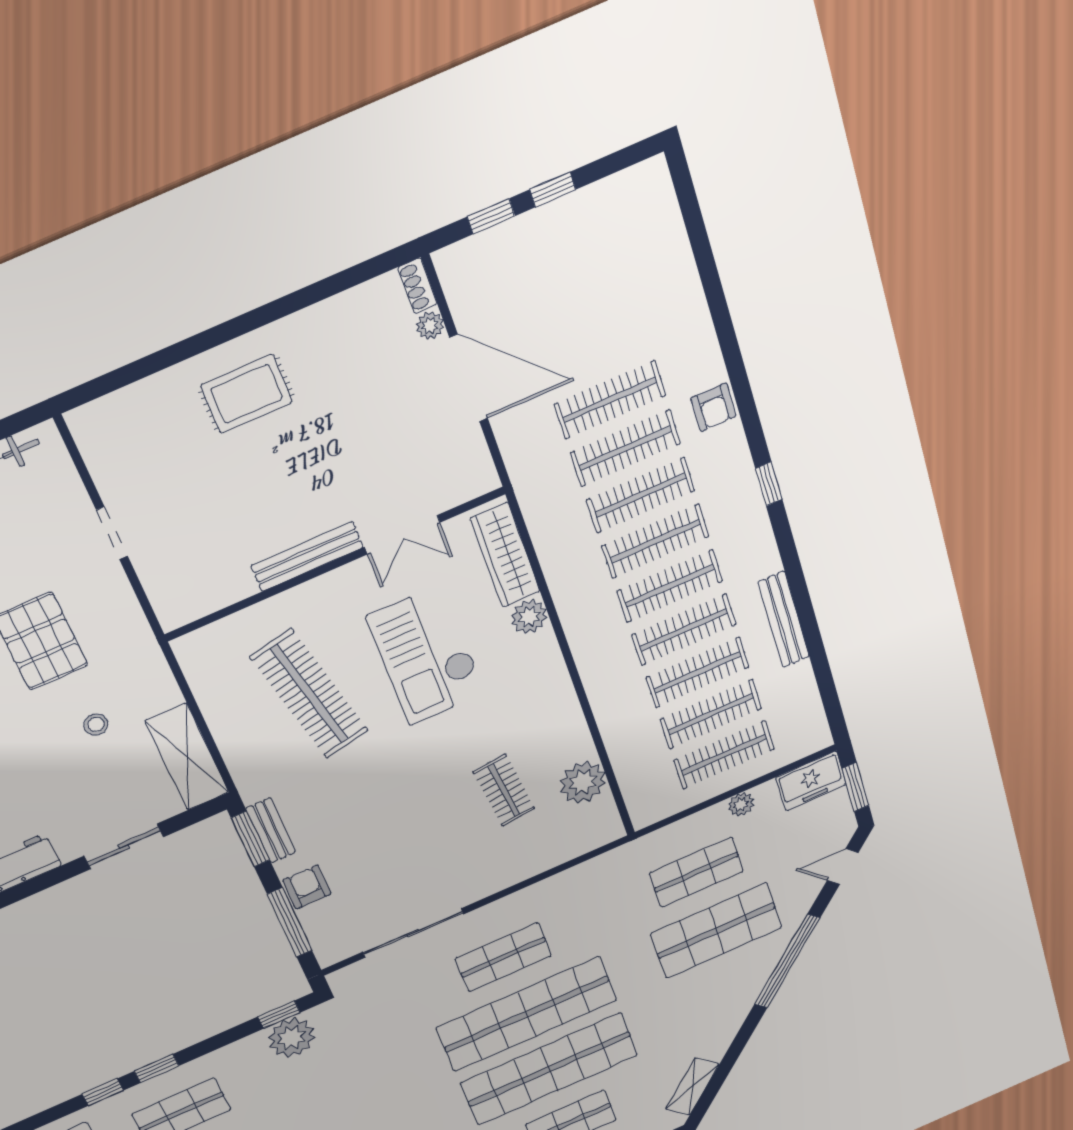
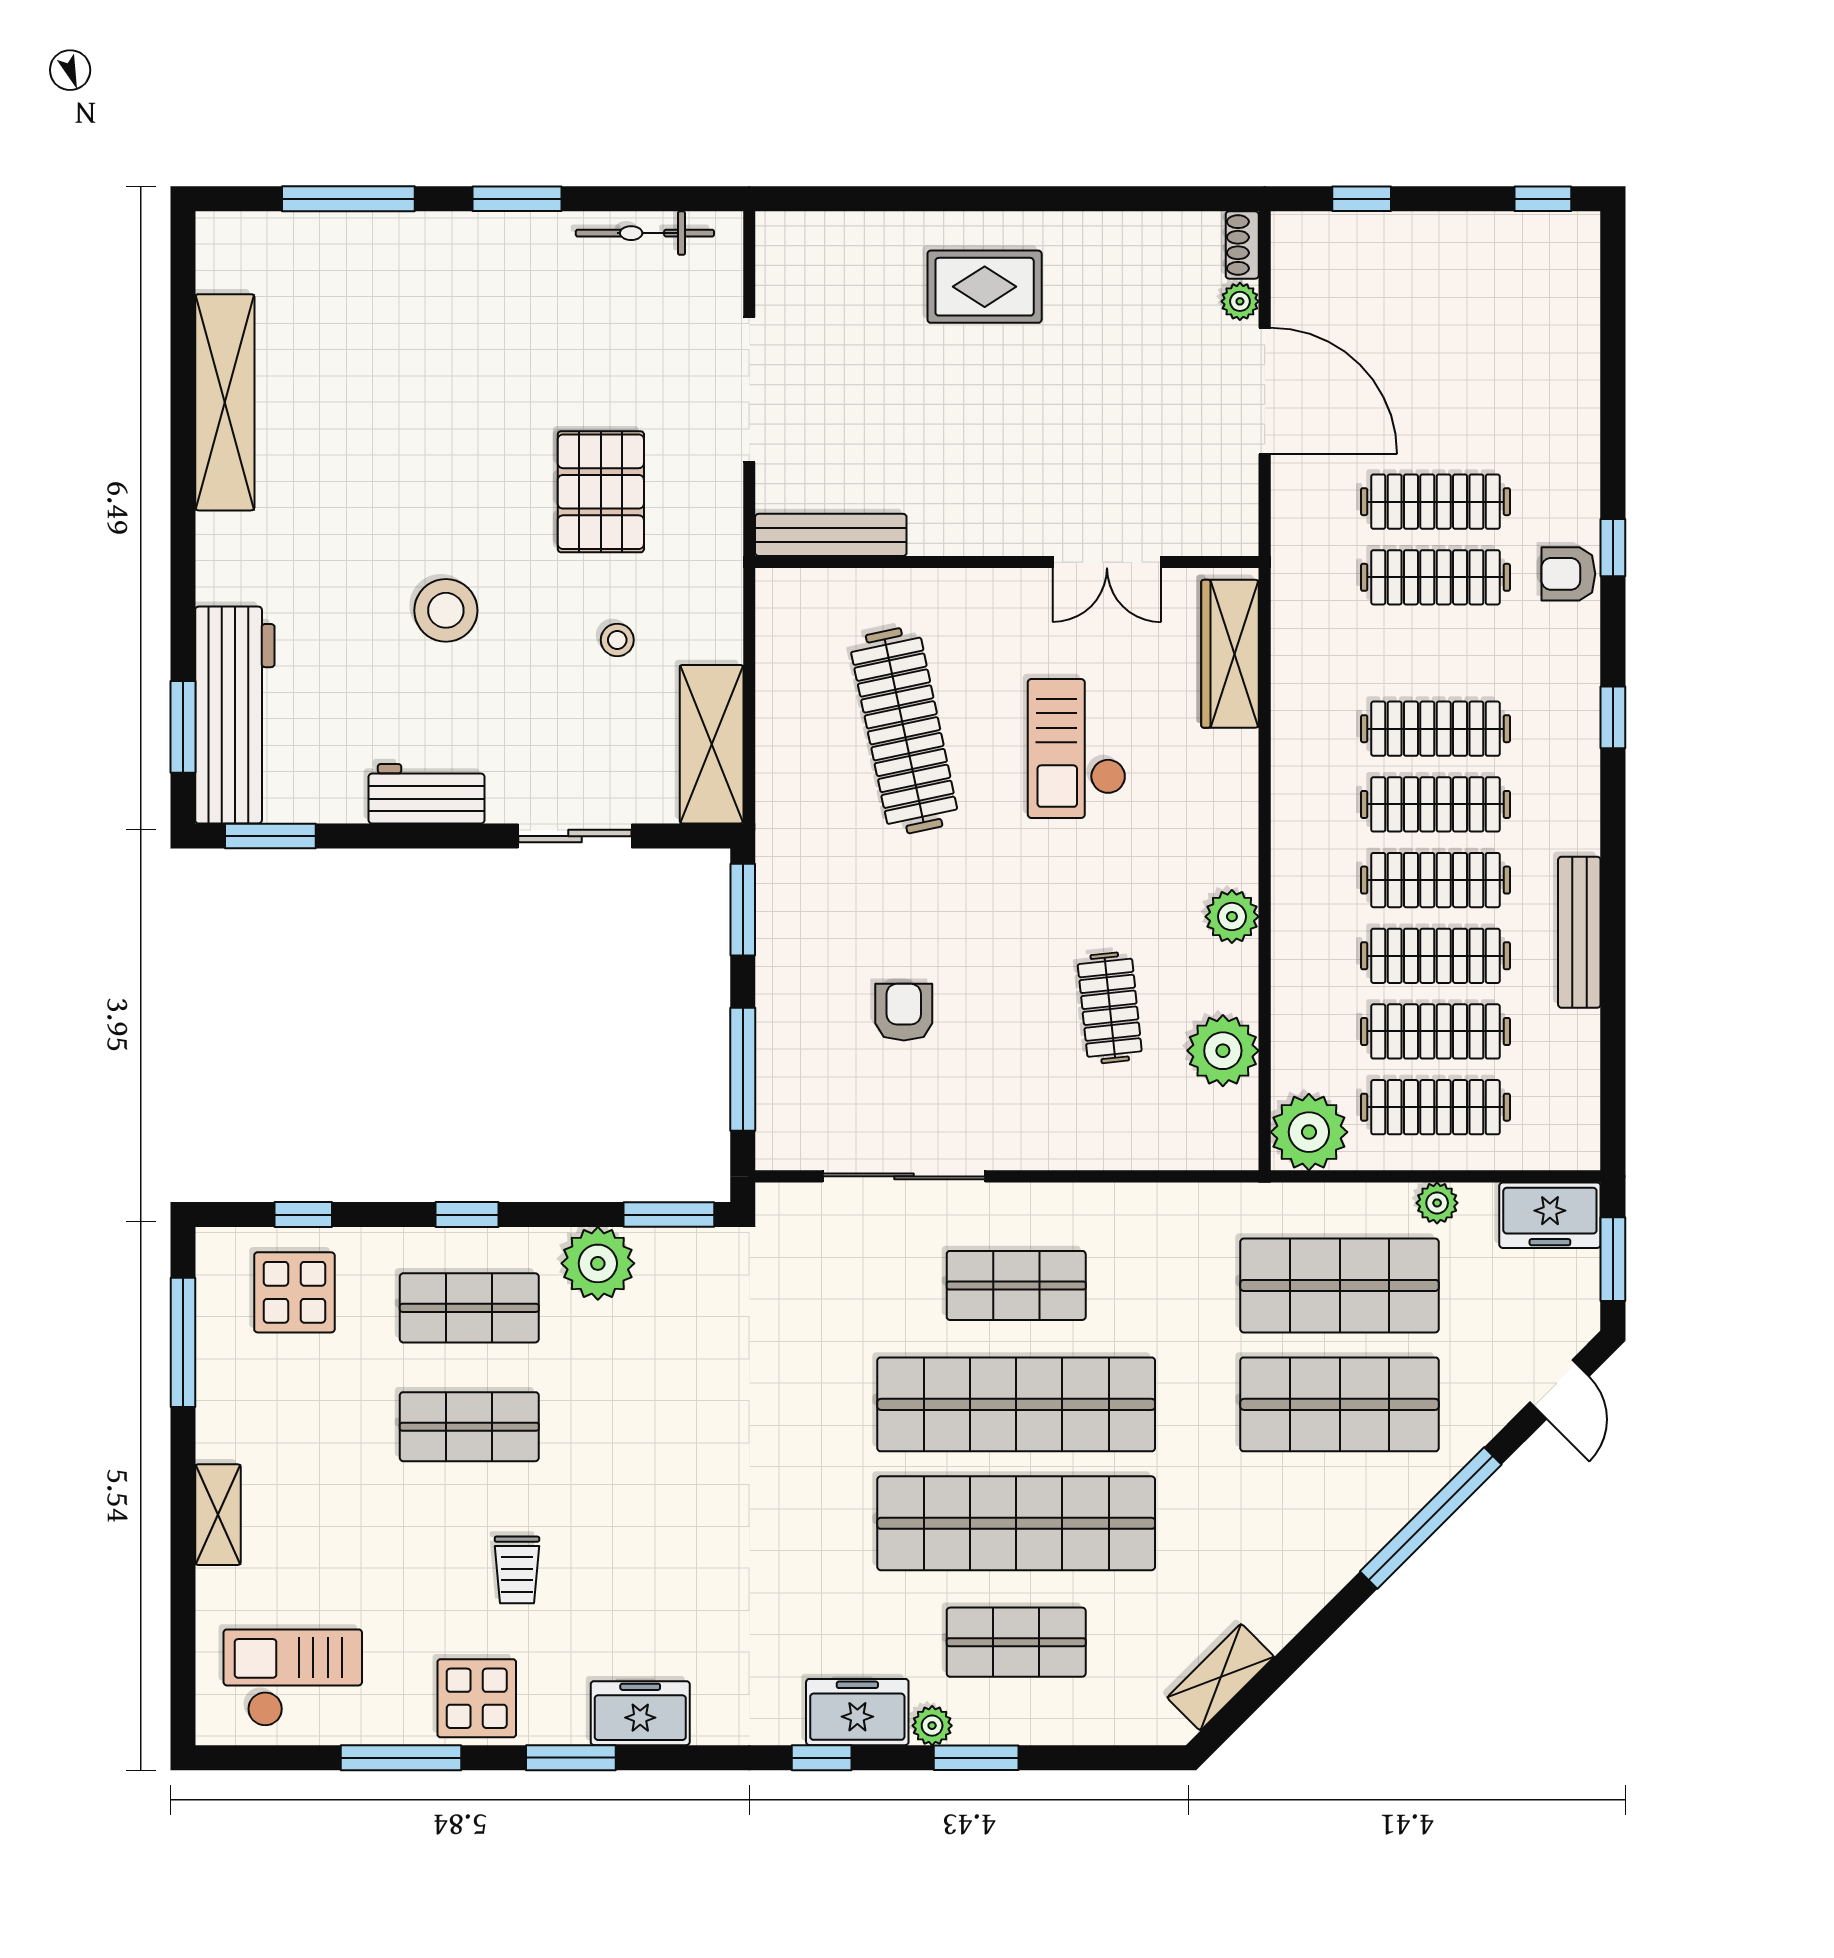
window: (553, 189) -> (1543, 199), moved
window: (738, 377) -> (1613, 548), added
armchair: (713, 407) -> (1568, 574), turned 90
clothes rail: (641, 495) -> (1436, 653), removed
doorway: (112, 533) -> (749, 390), width x1.88
bench: (307, 557) -> (831, 535), moved
plant: (529, 617) -> (1232, 917), moved
checkout: (426, 655) -> (1077, 749), width x0.73, depth x0.83
plant: (651, 802) -> (1309, 1132), added
bench: (271, 830) -> (775, 910), removed
door: (843, 866) -> (1559, 1389), swing flipped
shop shelf: (696, 872) -> (1340, 1285), width x1.43, depth x1.36
armchair: (307, 887) -> (904, 1012), moved
window: (279, 1015) -> (669, 1215), width x1.50
plant: (291, 1038) -> (598, 1263), moved
window: (103, 1092) -> (303, 1215), moved

